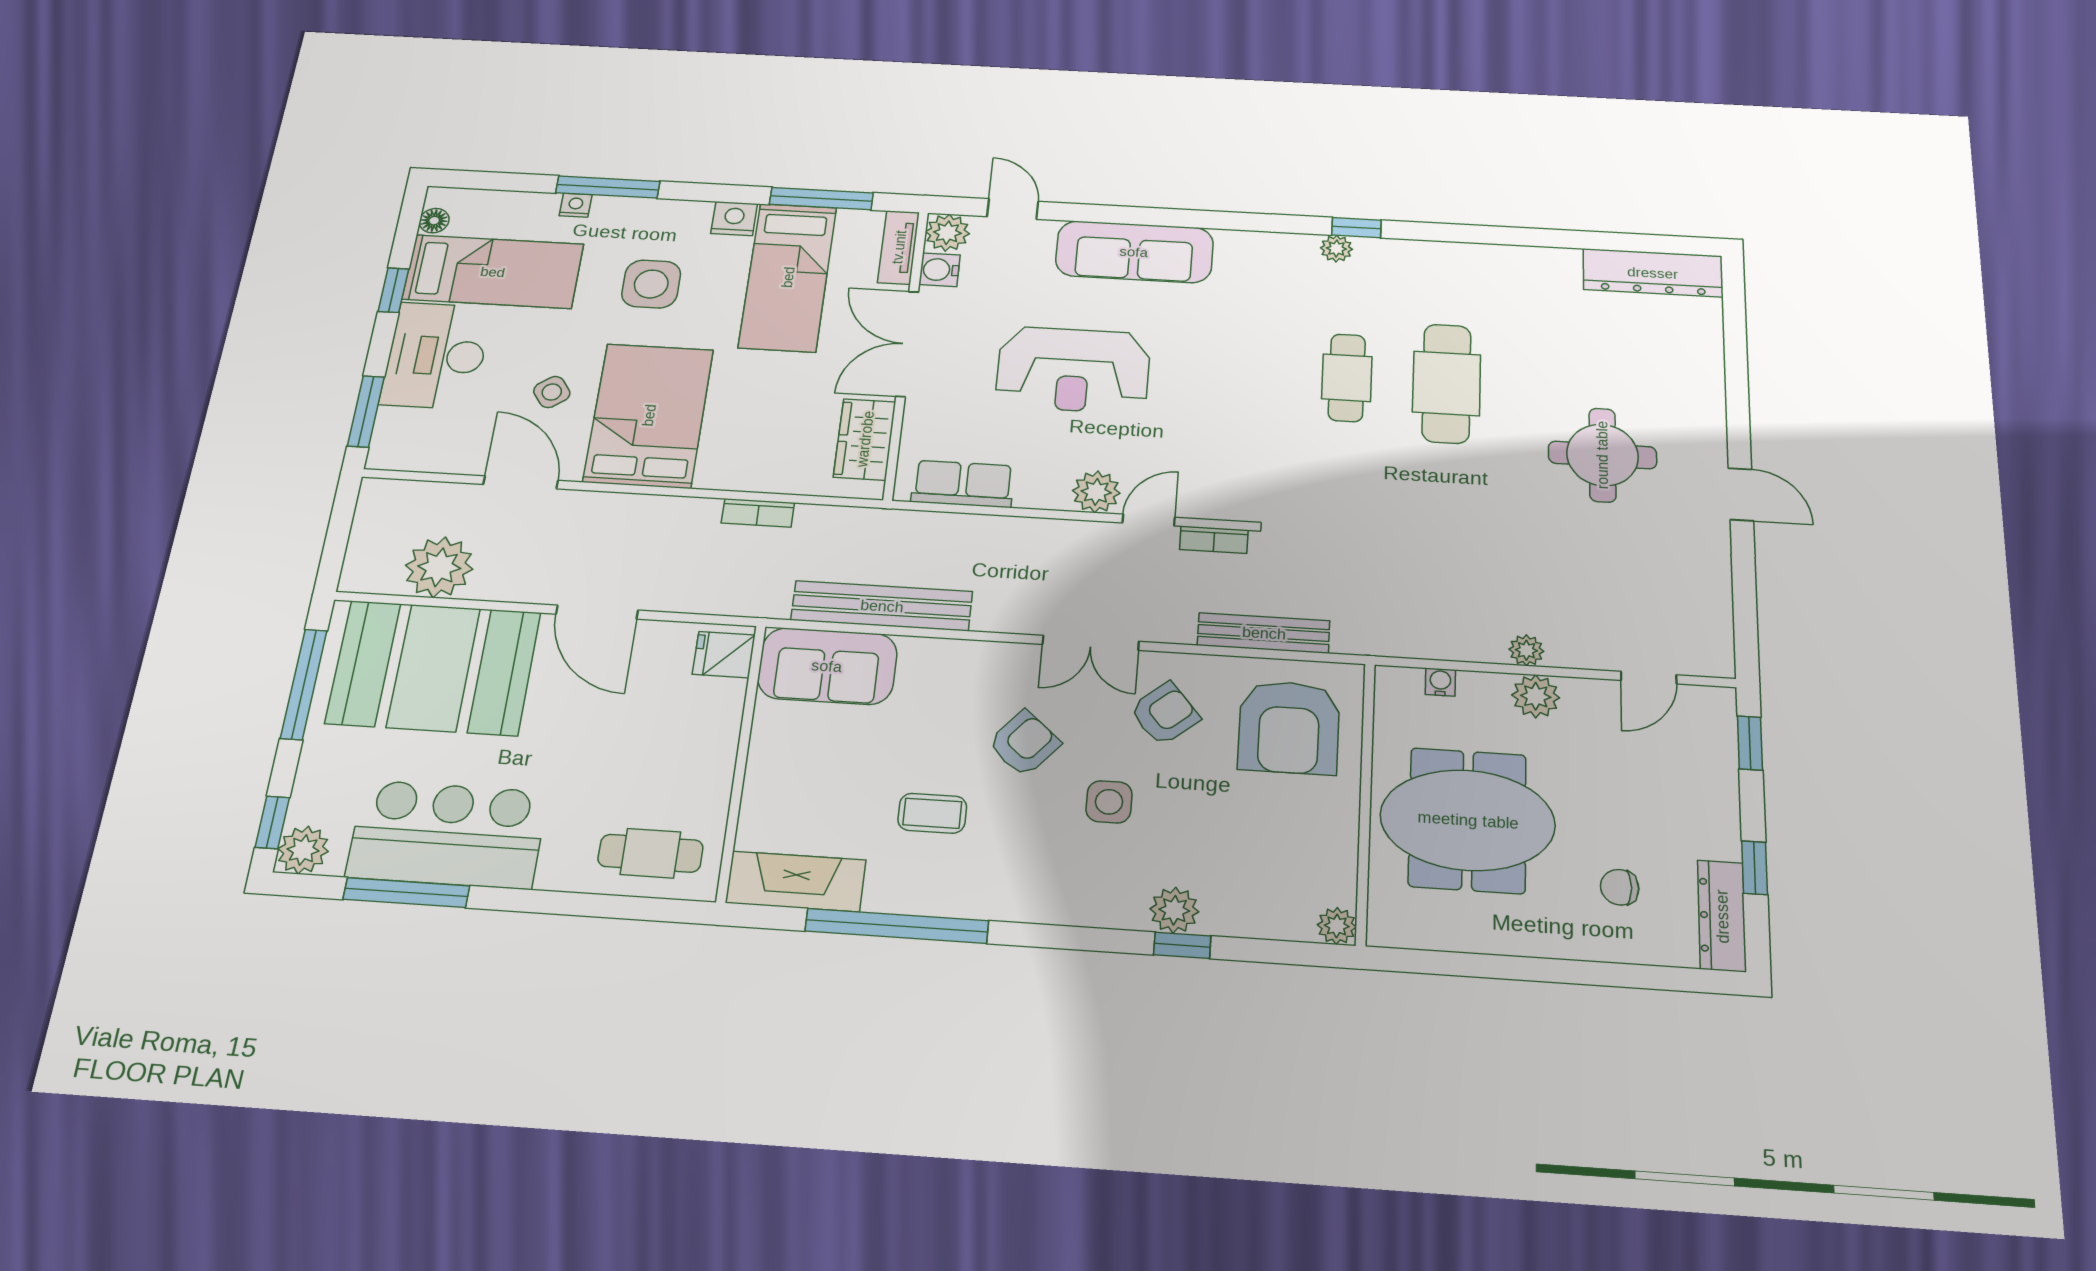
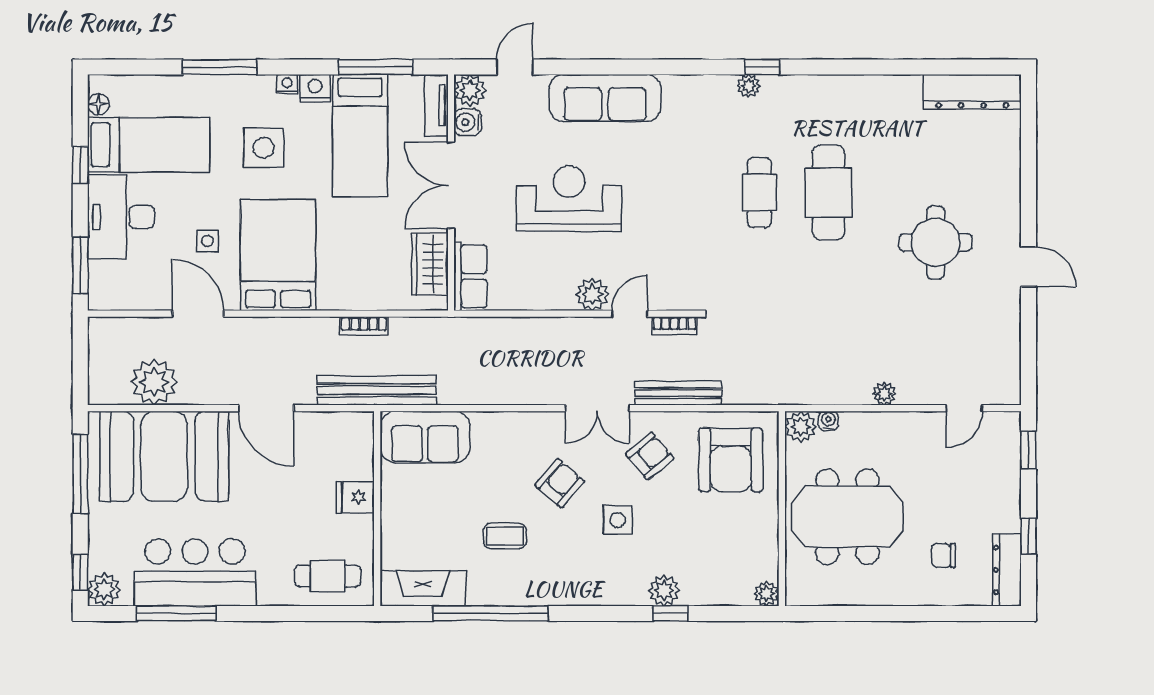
nightstand: (576, 205) -> (287, 84), moved
door: (1013, 209) -> (515, 67), hinge flipped
reception desk: (1073, 370) -> (569, 199), turned 180
side table: (552, 392) -> (207, 241), turned 36
row of seats: (963, 484) -> (470, 276), moved, turned 90
bench: (882, 606) -> (377, 390), moved
bench: (1264, 633) -> (678, 393), moved
fridge: (724, 655) -> (355, 497), moved
plant: (1536, 696) -> (801, 427), moved

